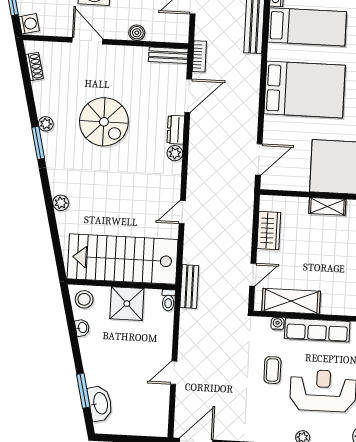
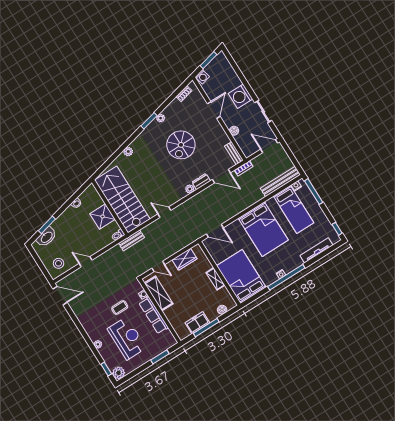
stool: (84, 299) -> (59, 263), moved

